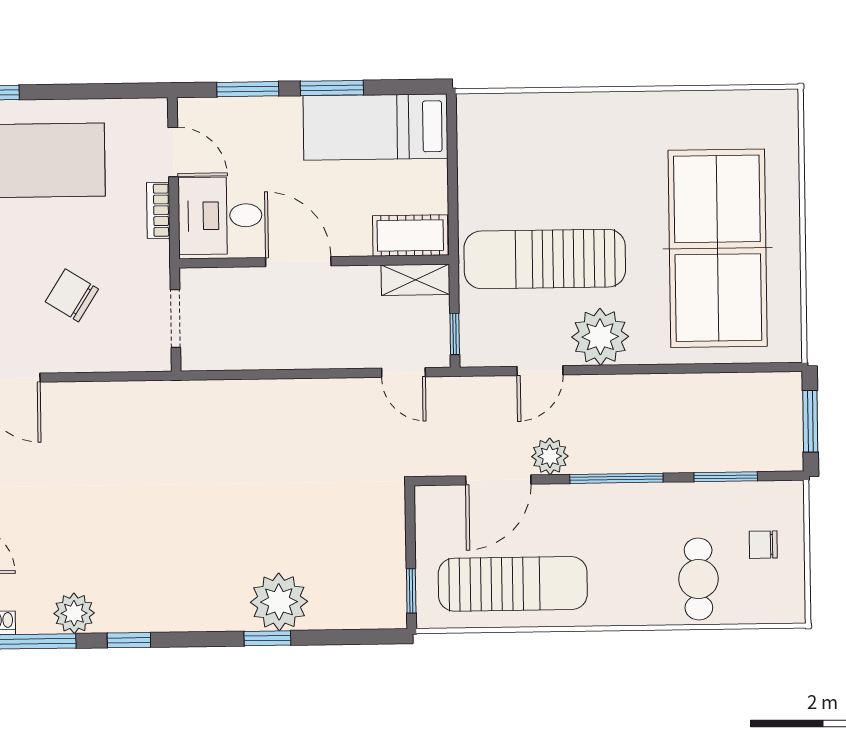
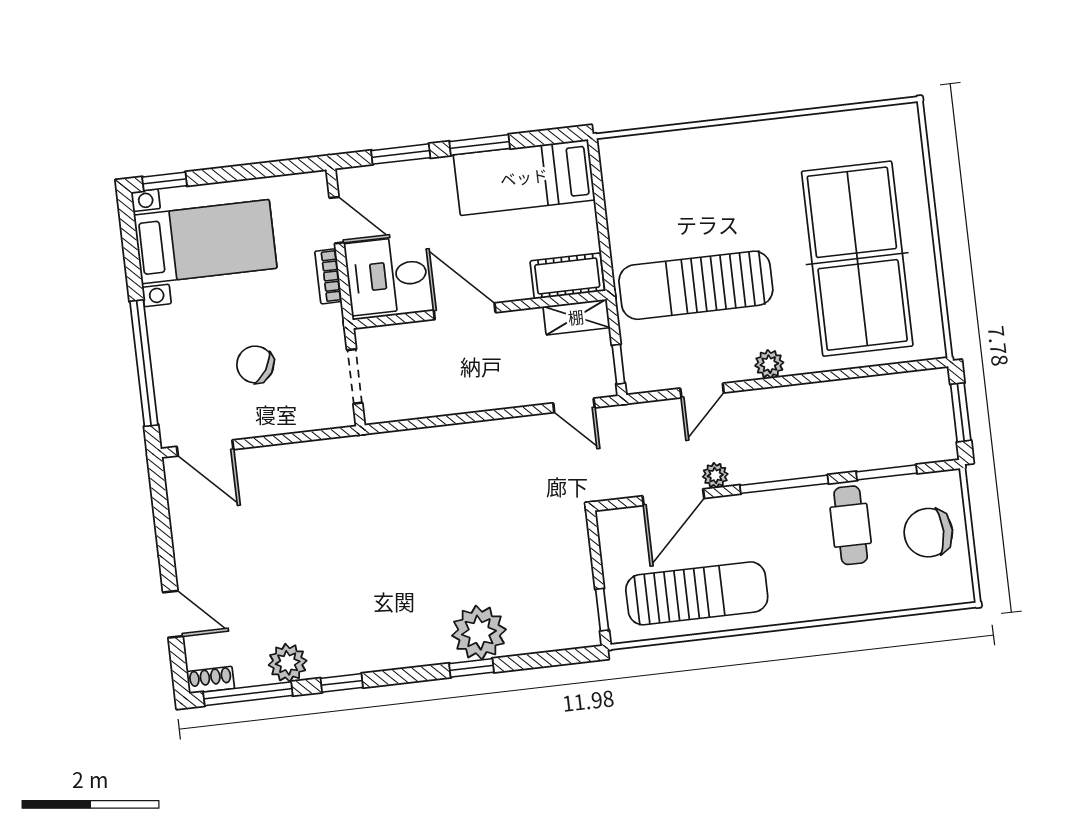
plant: (600, 337) -> (769, 364), width x0.53, depth x0.53
plant: (550, 456) -> (715, 475), width x0.73, depth x0.73
chair: (763, 545) -> (928, 533), width x1.87, depth x1.87
cafe table: (698, 579) -> (851, 525), moved

